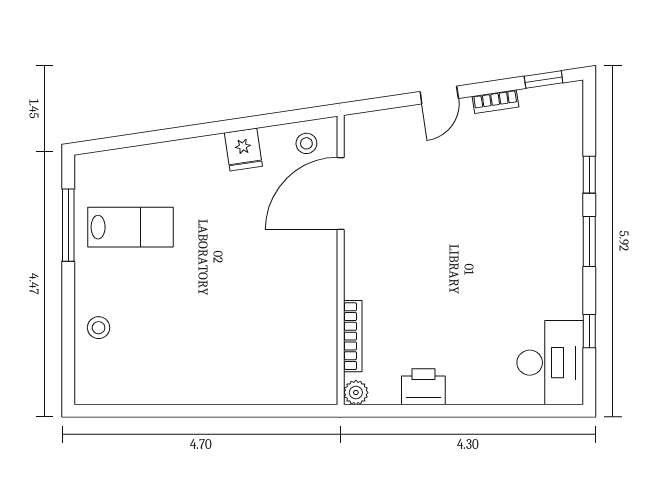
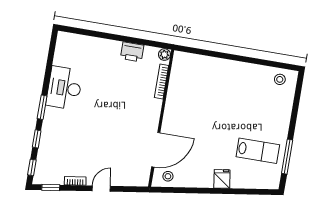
fridge: (243, 149) -> (222, 179), moved
lab bench: (130, 227) -> (258, 151), turned 180
stool: (99, 328) -> (280, 79), moved
window: (589, 331) -> (32, 167), moved
desk: (550, 363) -> (64, 88), moved

